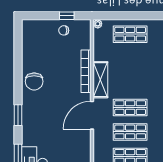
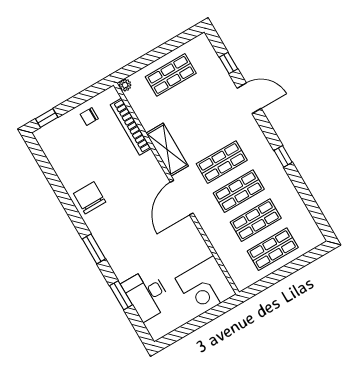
window: (67, 16) -> (47, 118), moved
bookcase: (86, 71) -> (131, 127), moved
chair: (34, 81) -> (90, 198), turned 180

